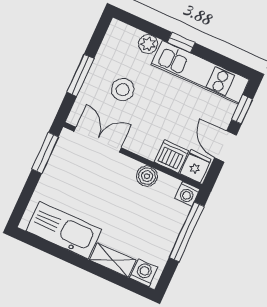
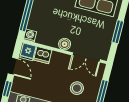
window: (45, 153) -> (118, 32), moved
boiler: (147, 176) -> (65, 44), moved

